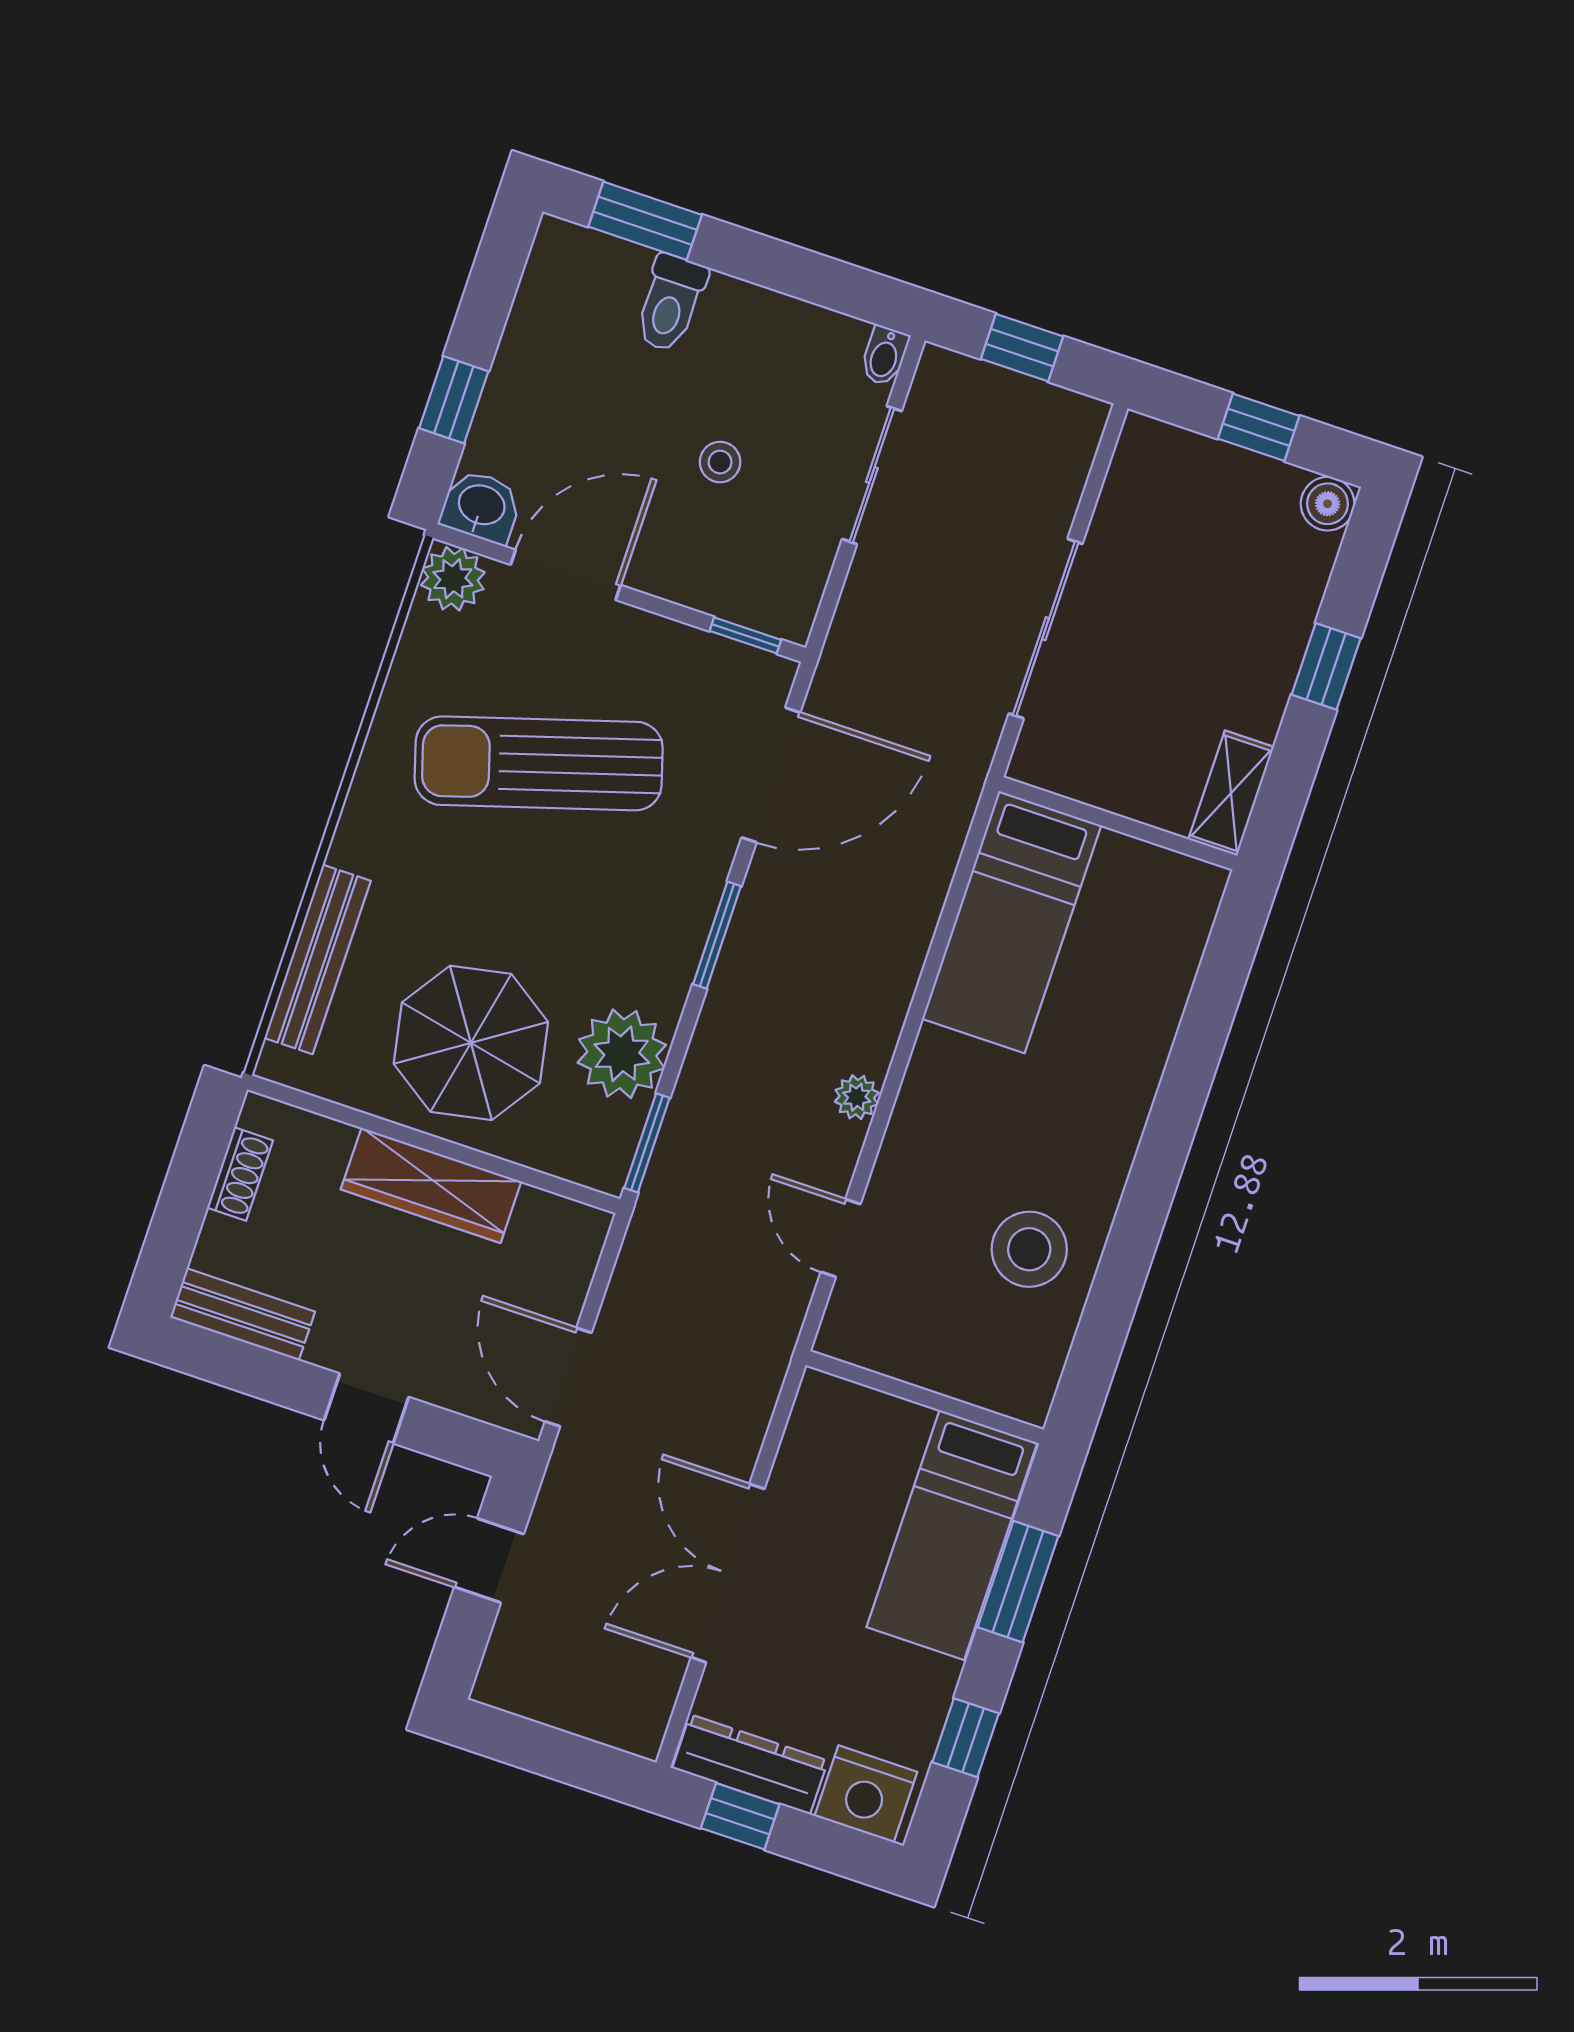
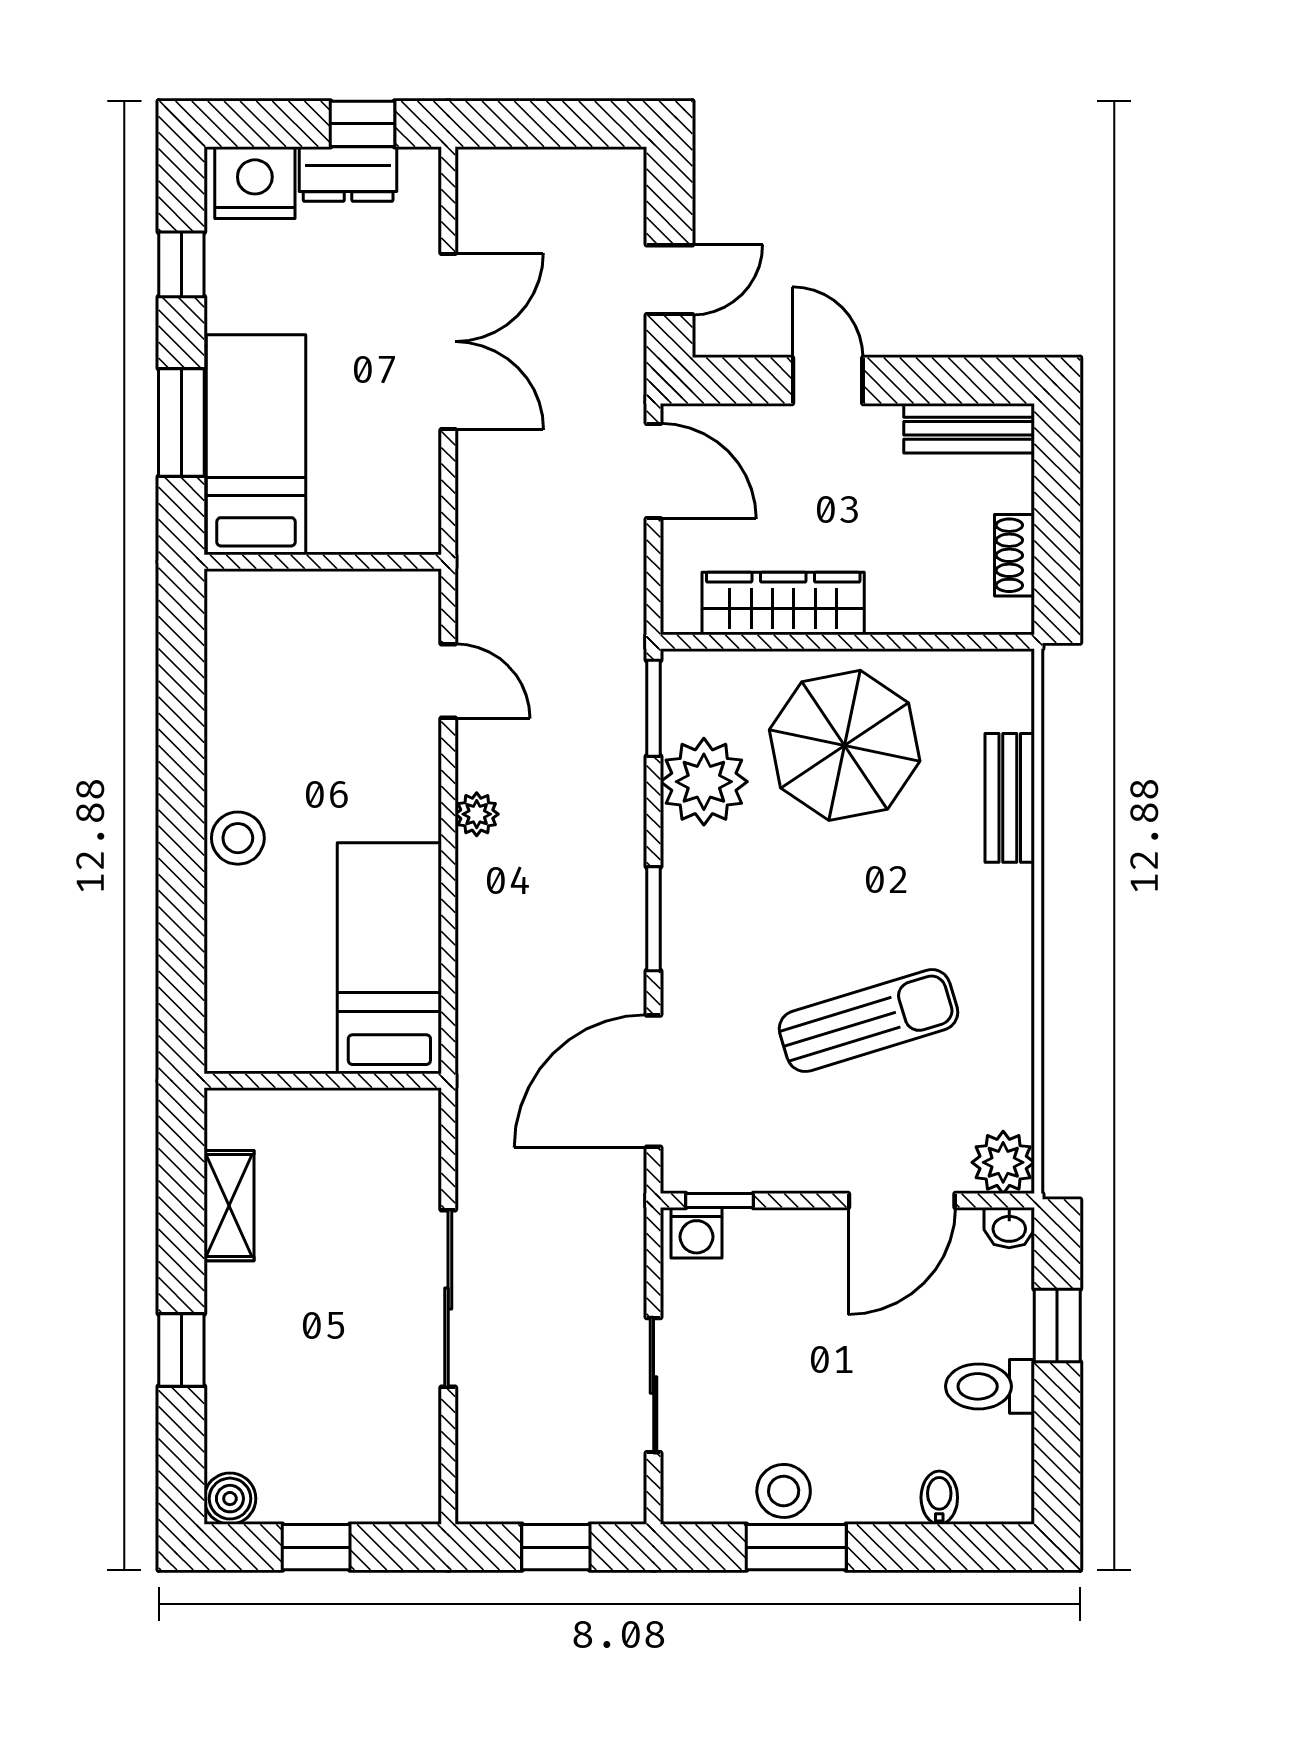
window: (645, 221) -> (796, 1547), moved
toilet: (670, 303) -> (990, 1386), moved, turned -90
bidet: (885, 356) -> (939, 1498), moved
stool: (720, 462) -> (784, 1491), moved, width x1.37, depth x1.37
washbasin: (481, 507) -> (1009, 1228), width x0.72, depth x0.69
washing machine: (779, 611) -> (697, 1233), added
sun lounger: (539, 763) -> (869, 1021), width x0.73, depth x0.75
wall: (1118, 823) -> (323, 1081), moved
bed: (1012, 922) -> (389, 958), moved
bench: (317, 959) -> (1010, 798), width x0.73
wardrobe: (431, 1185) -> (783, 604), moved
stool: (1029, 1249) -> (238, 838), moved, width x0.73, depth x0.73
dresser: (750, 1764) -> (348, 174), width x0.70

